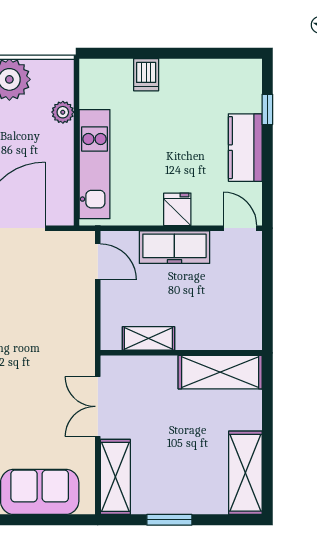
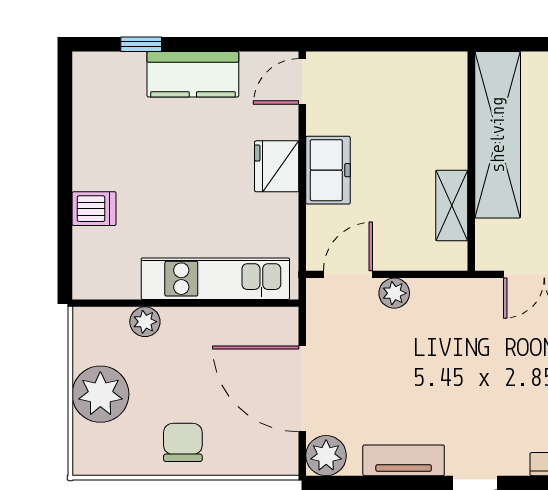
fridge: (177, 209) -> (277, 166), width x1.38
freezer: (174, 247) -> (328, 170), width x0.71
plant: (84, 296) -> (394, 293), added
shelving: (220, 372) -> (498, 135), width x1.47

